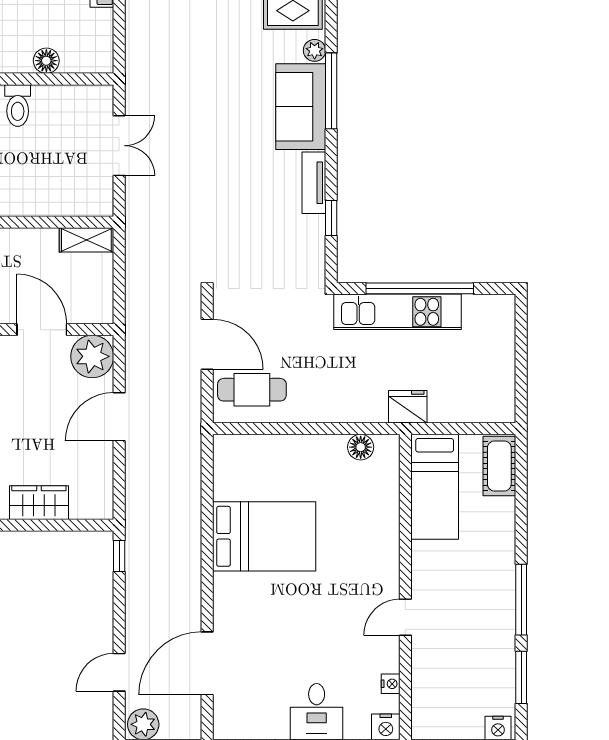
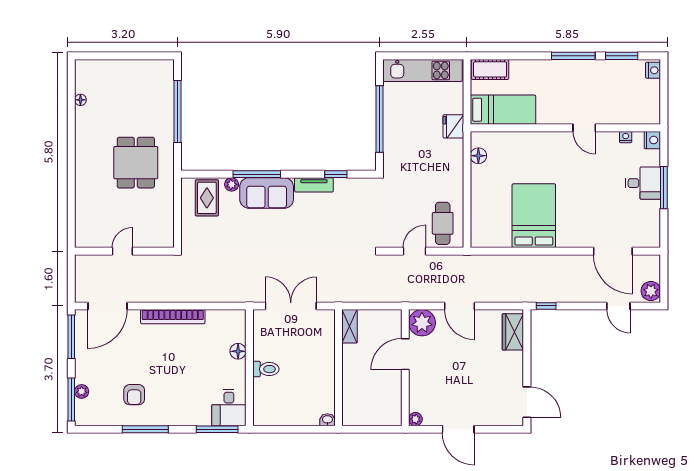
double door: (119, 146) -> (291, 306), width x1.37
kitchen unit: (398, 312) -> (423, 70), moved, turned 90
door: (207, 344) -> (414, 251), width x0.73
wardrobe: (39, 503) -> (513, 332), moved

